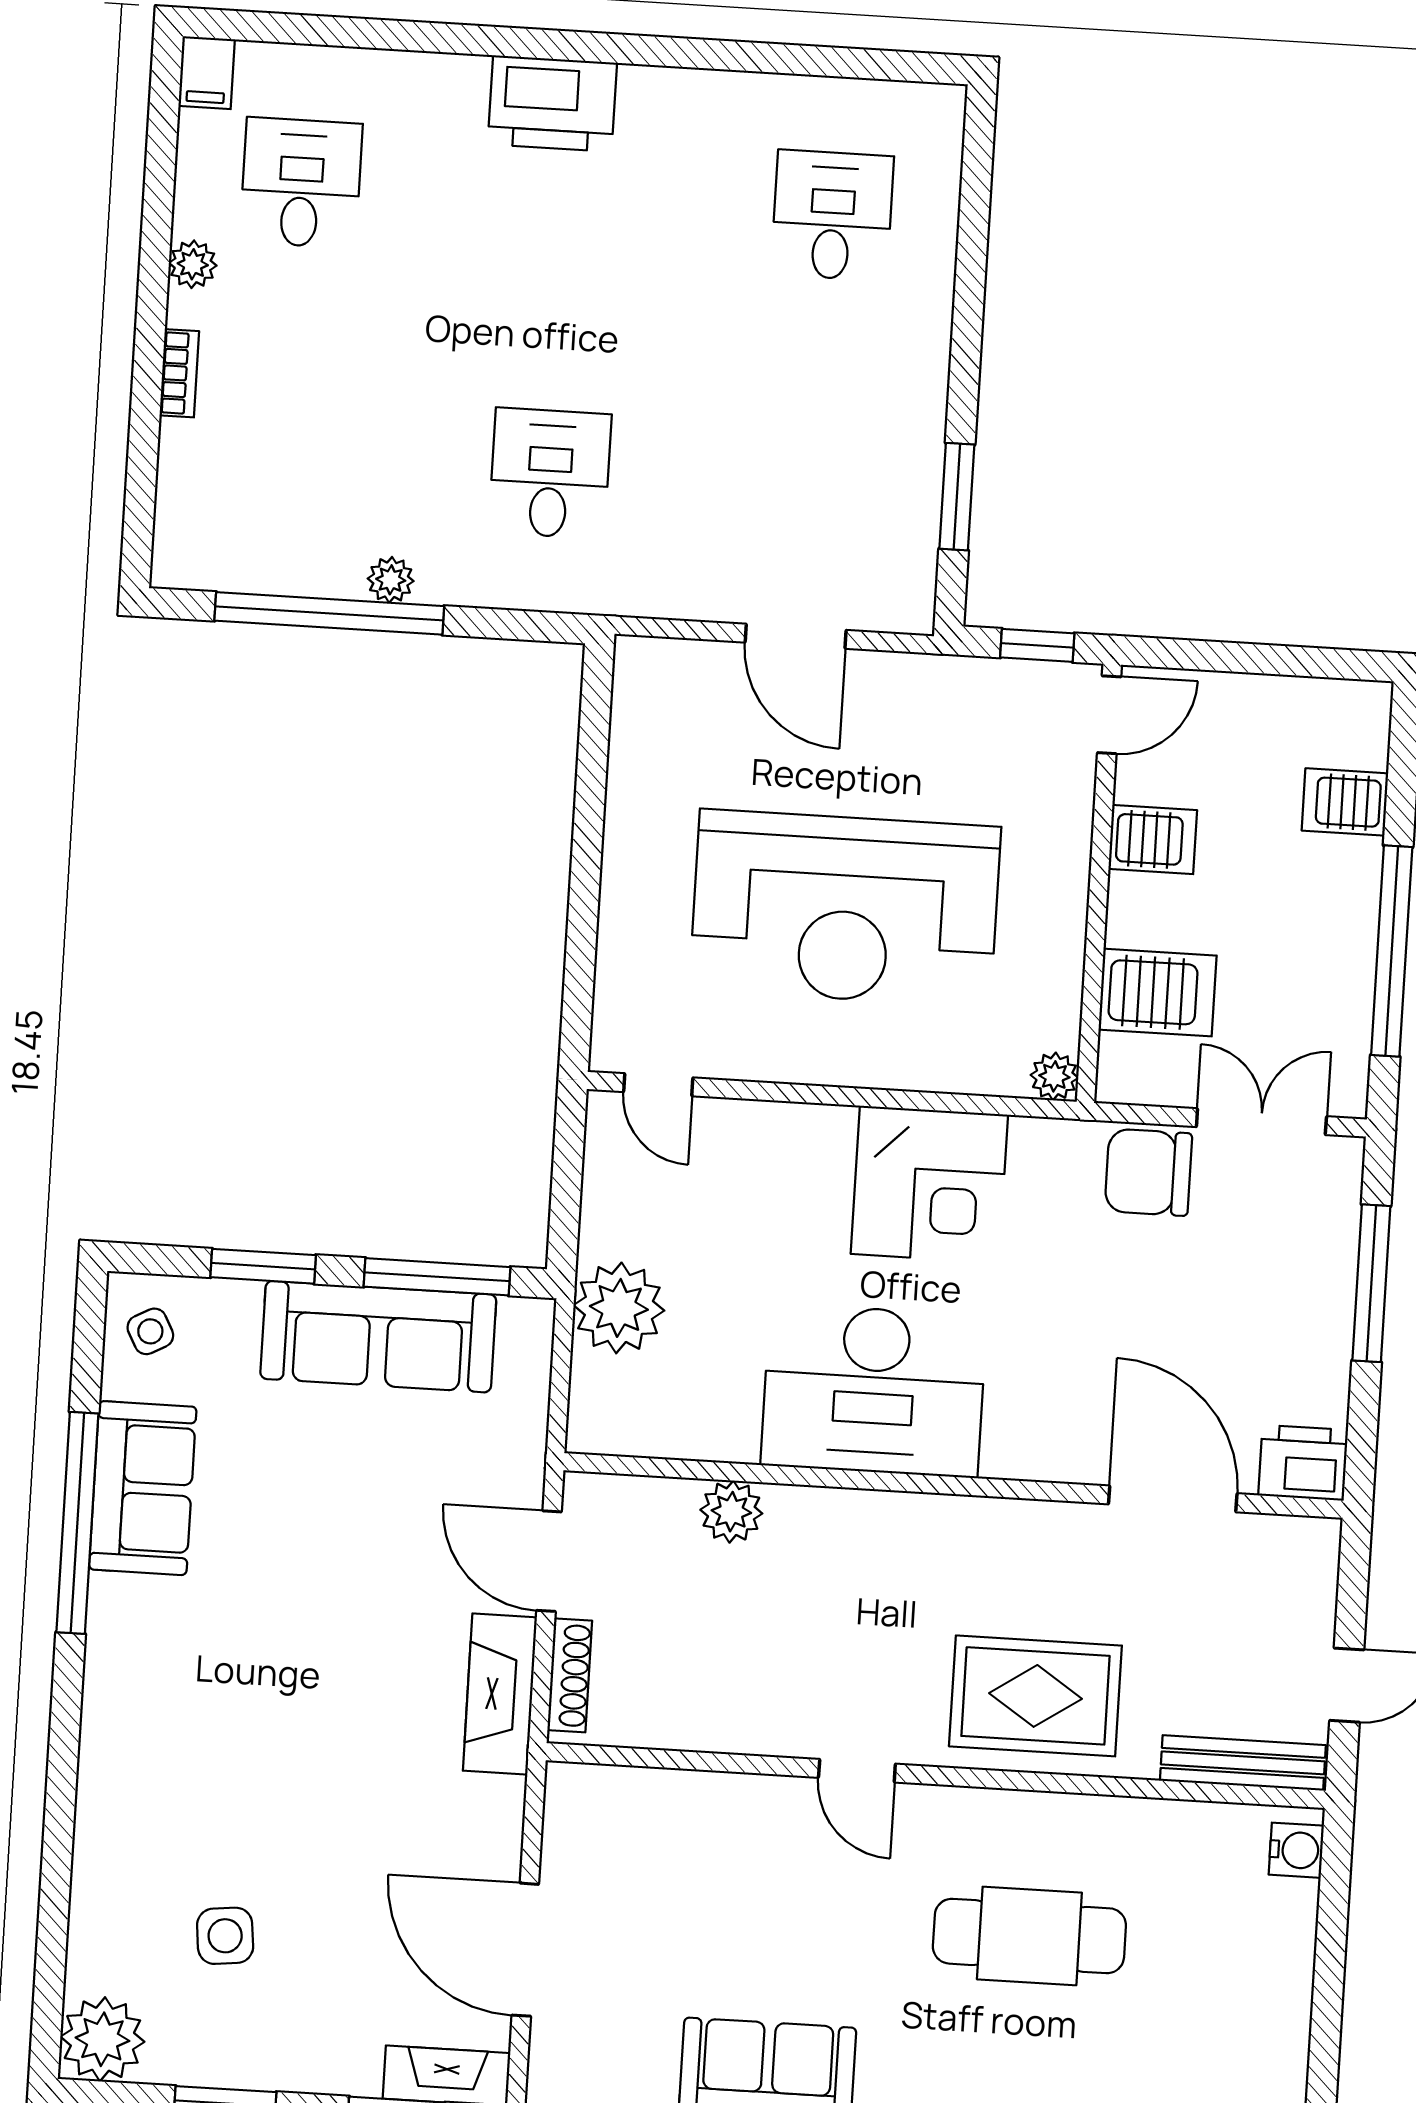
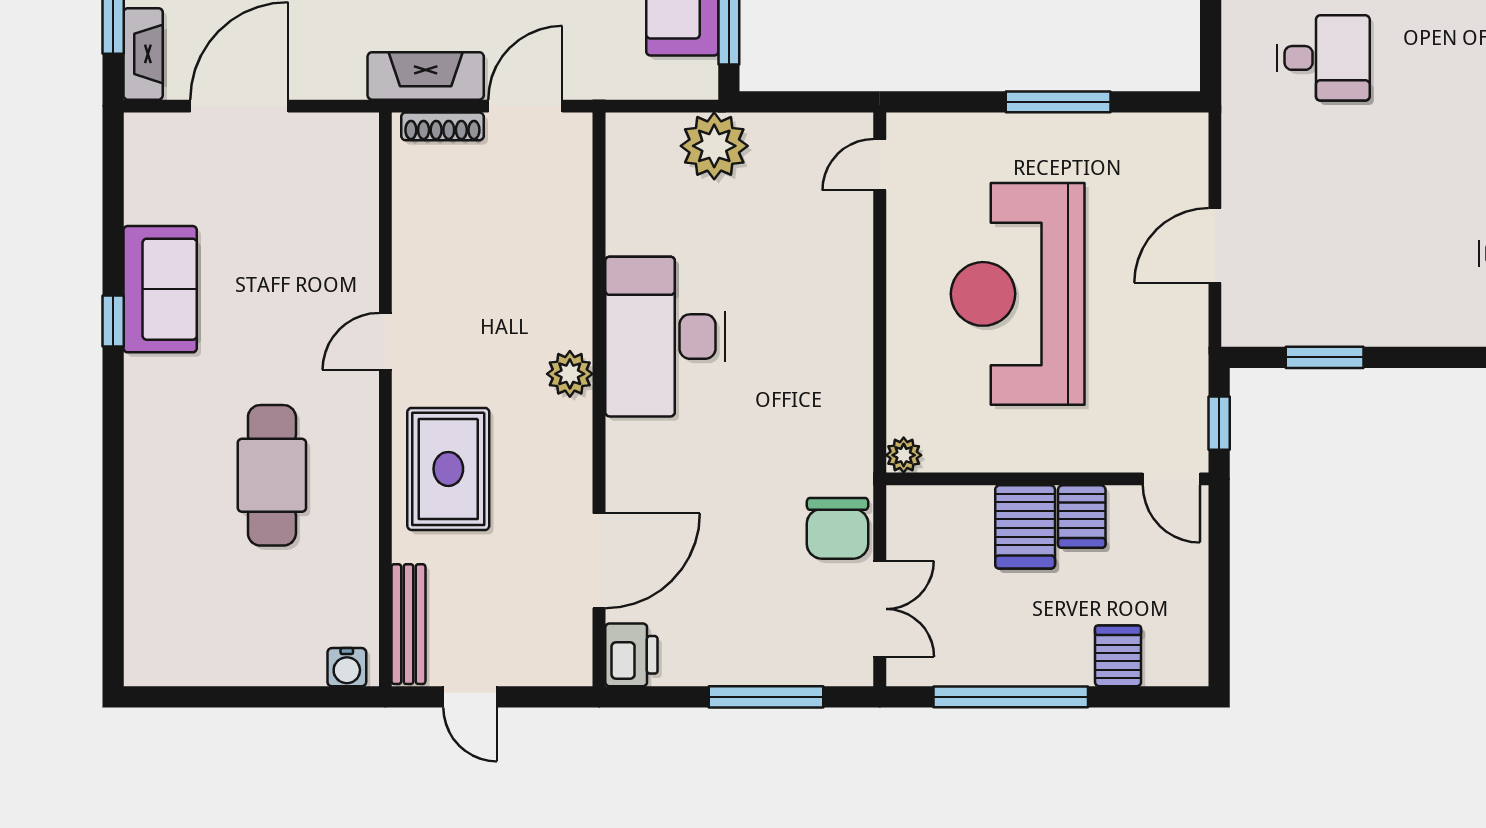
window: (588, 837) -> (1058, 102), added
server rack: (1158, 993) -> (1025, 527), moved
chair: (1148, 1172) -> (838, 528), turned 180
corner desk: (929, 1184) -> (819, 368), removed
plant: (731, 1512) -> (570, 374), moved

